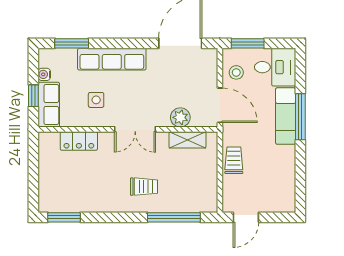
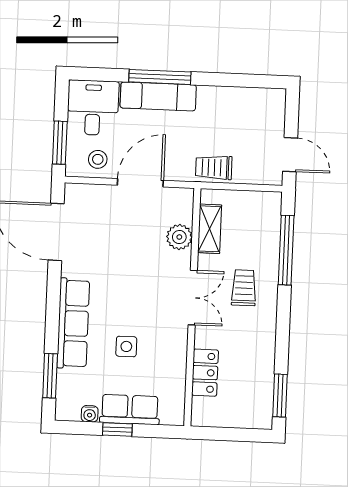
plant: (180, 117) -> (179, 237), moved
wall: (128, 129) -> (192, 307), moved
double door: (135, 129) -> (193, 298), moved
shelving: (187, 140) -> (210, 229), moved
locker: (79, 141) -> (205, 373), moved

